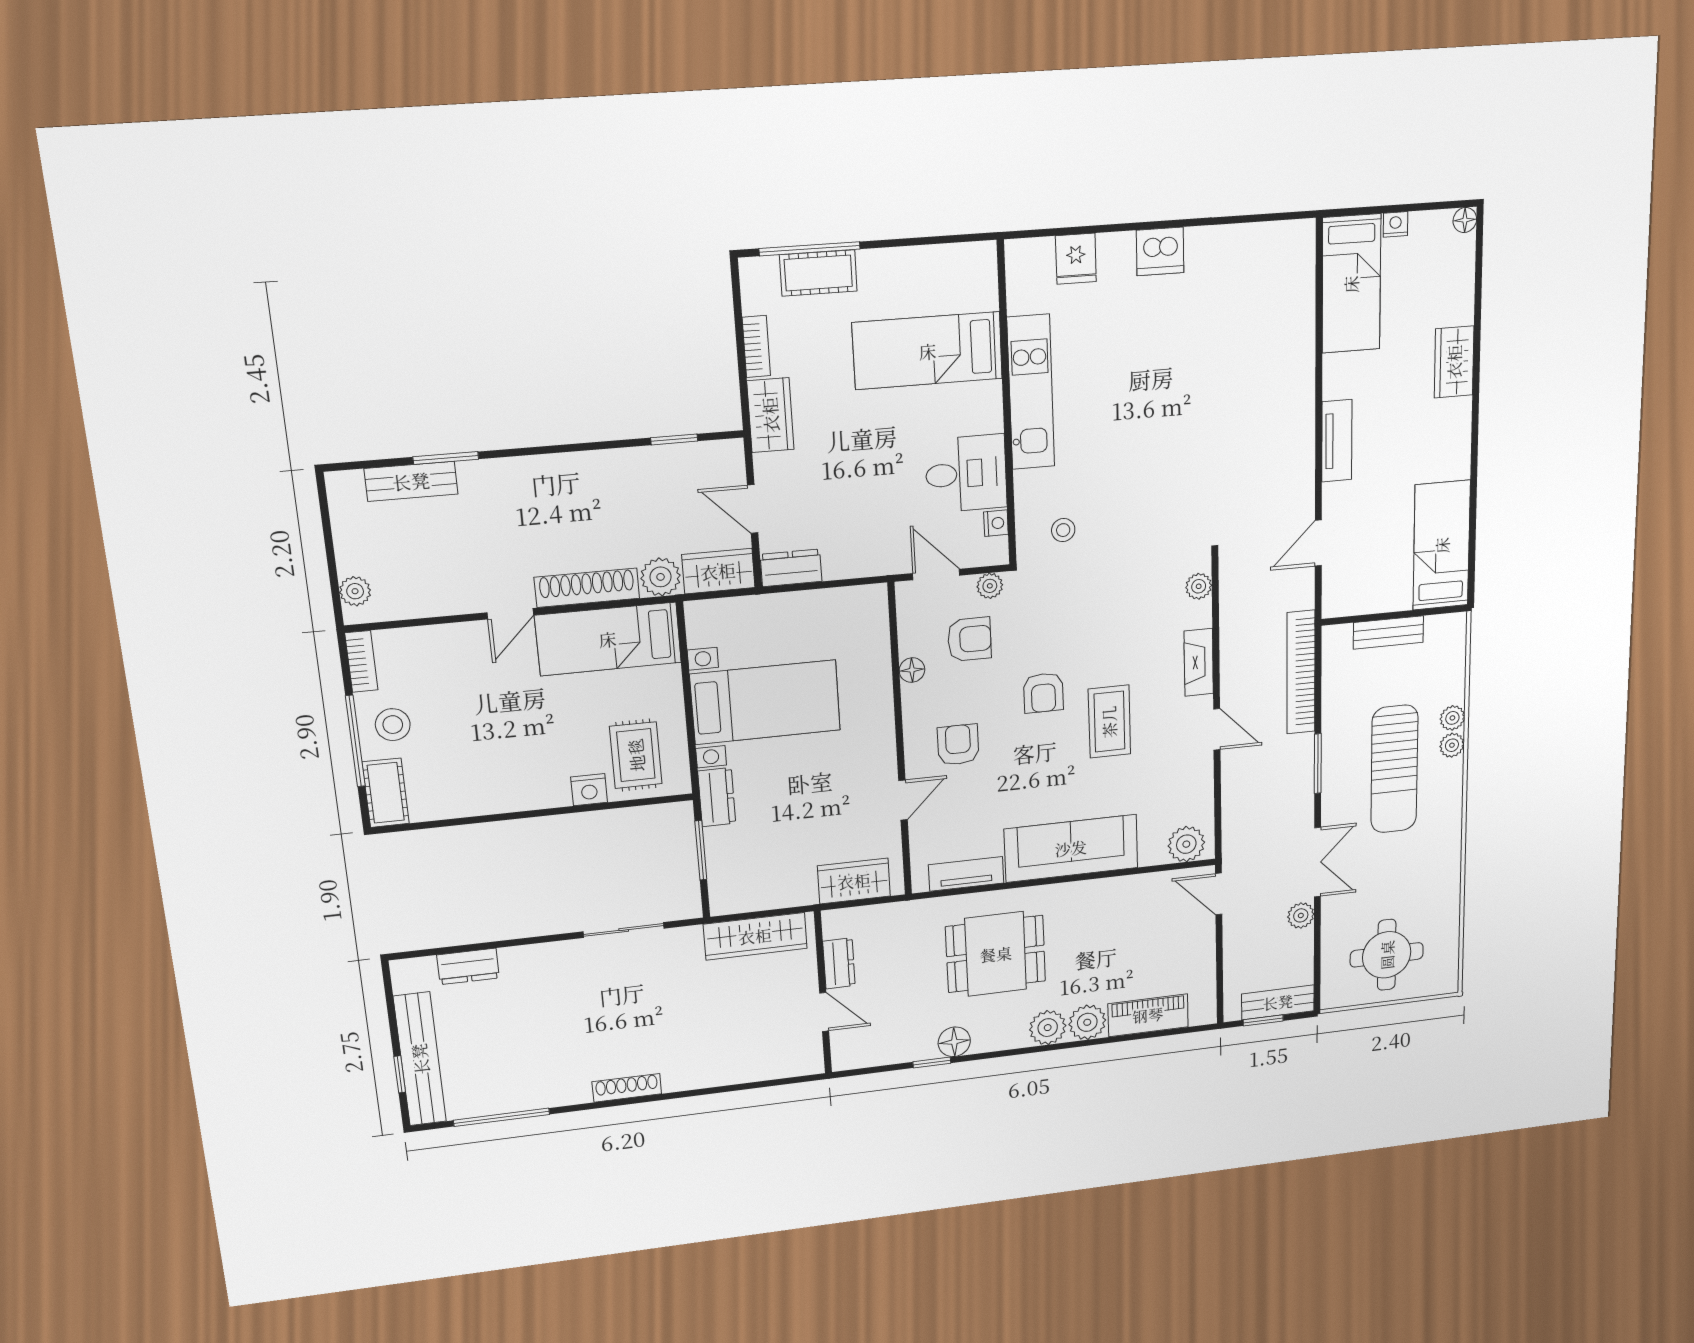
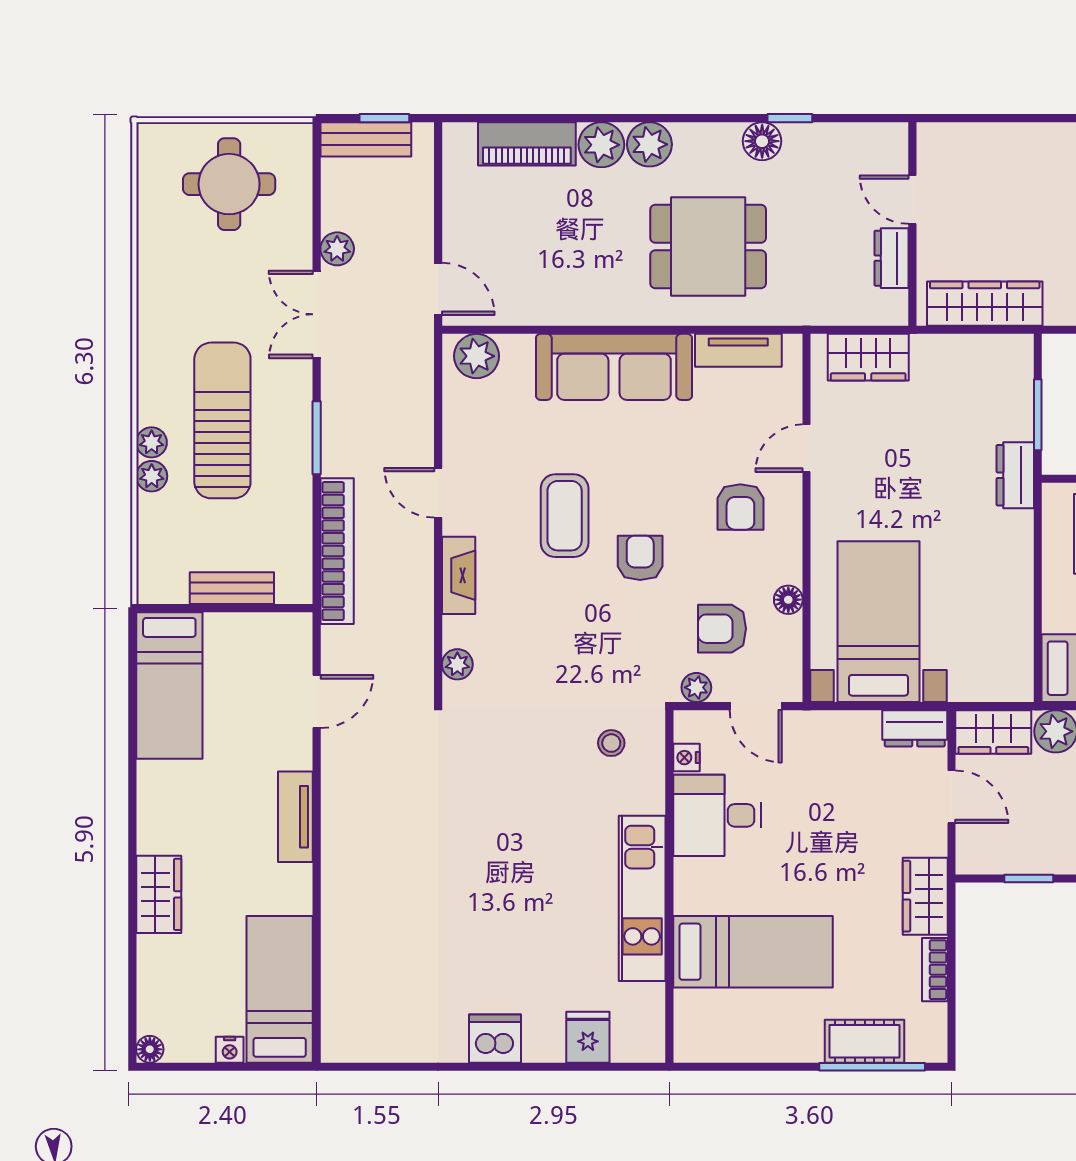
bed with nightstands: (765, 702) -> (878, 622), moved, turned 90

